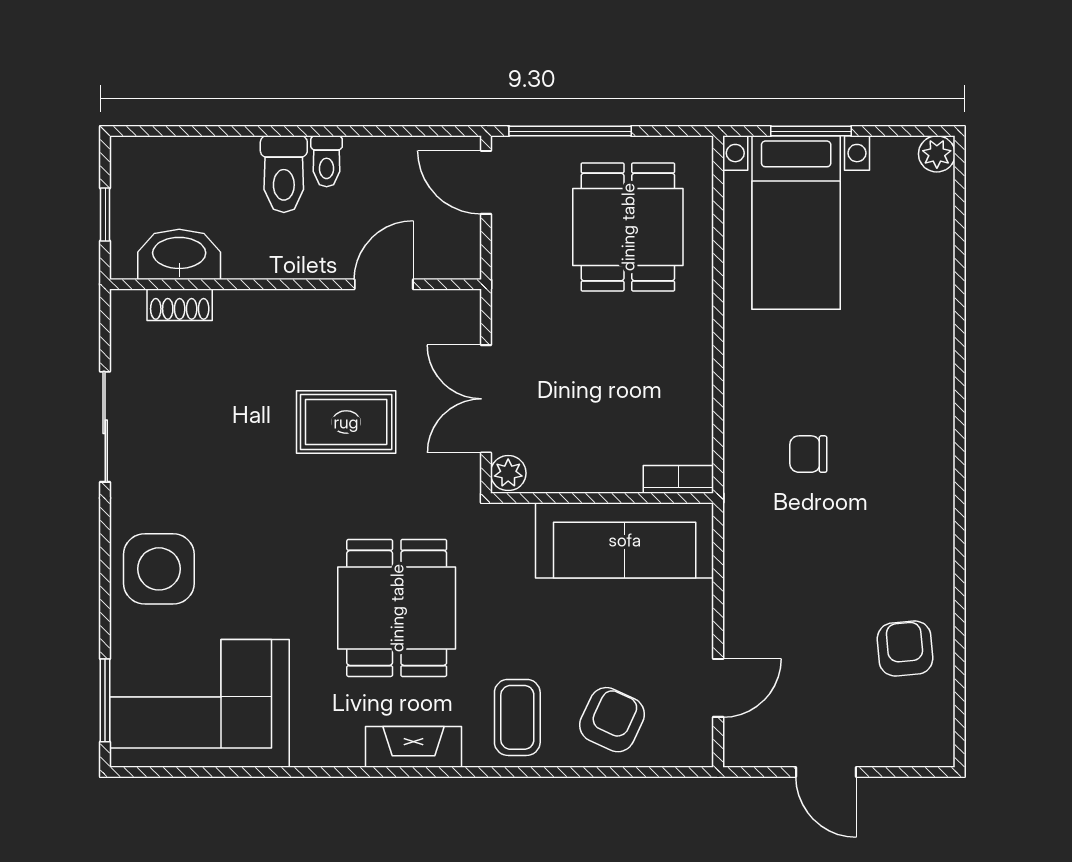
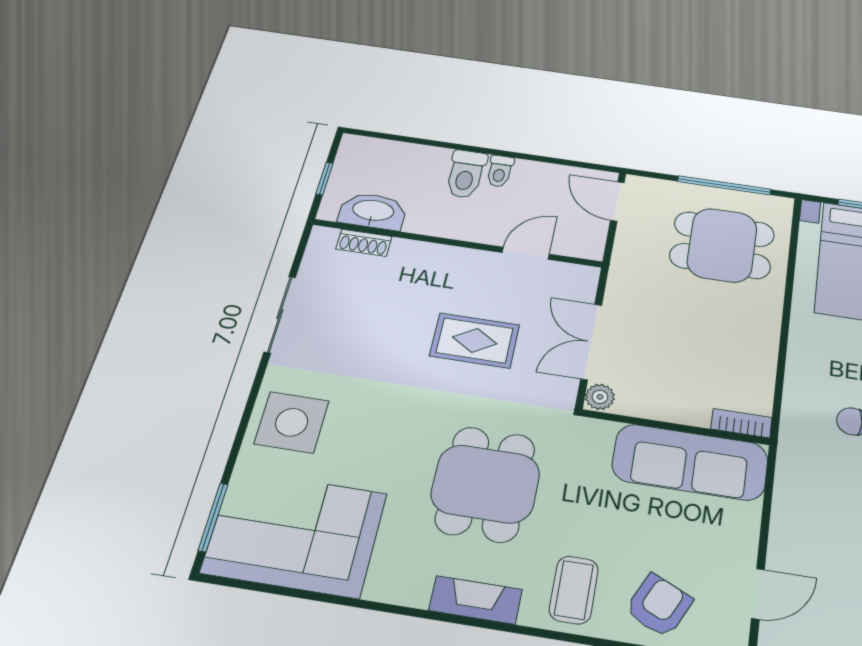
window: (570, 131) -> (724, 185), moved
dining table: (628, 227) -> (722, 245), turned 90

